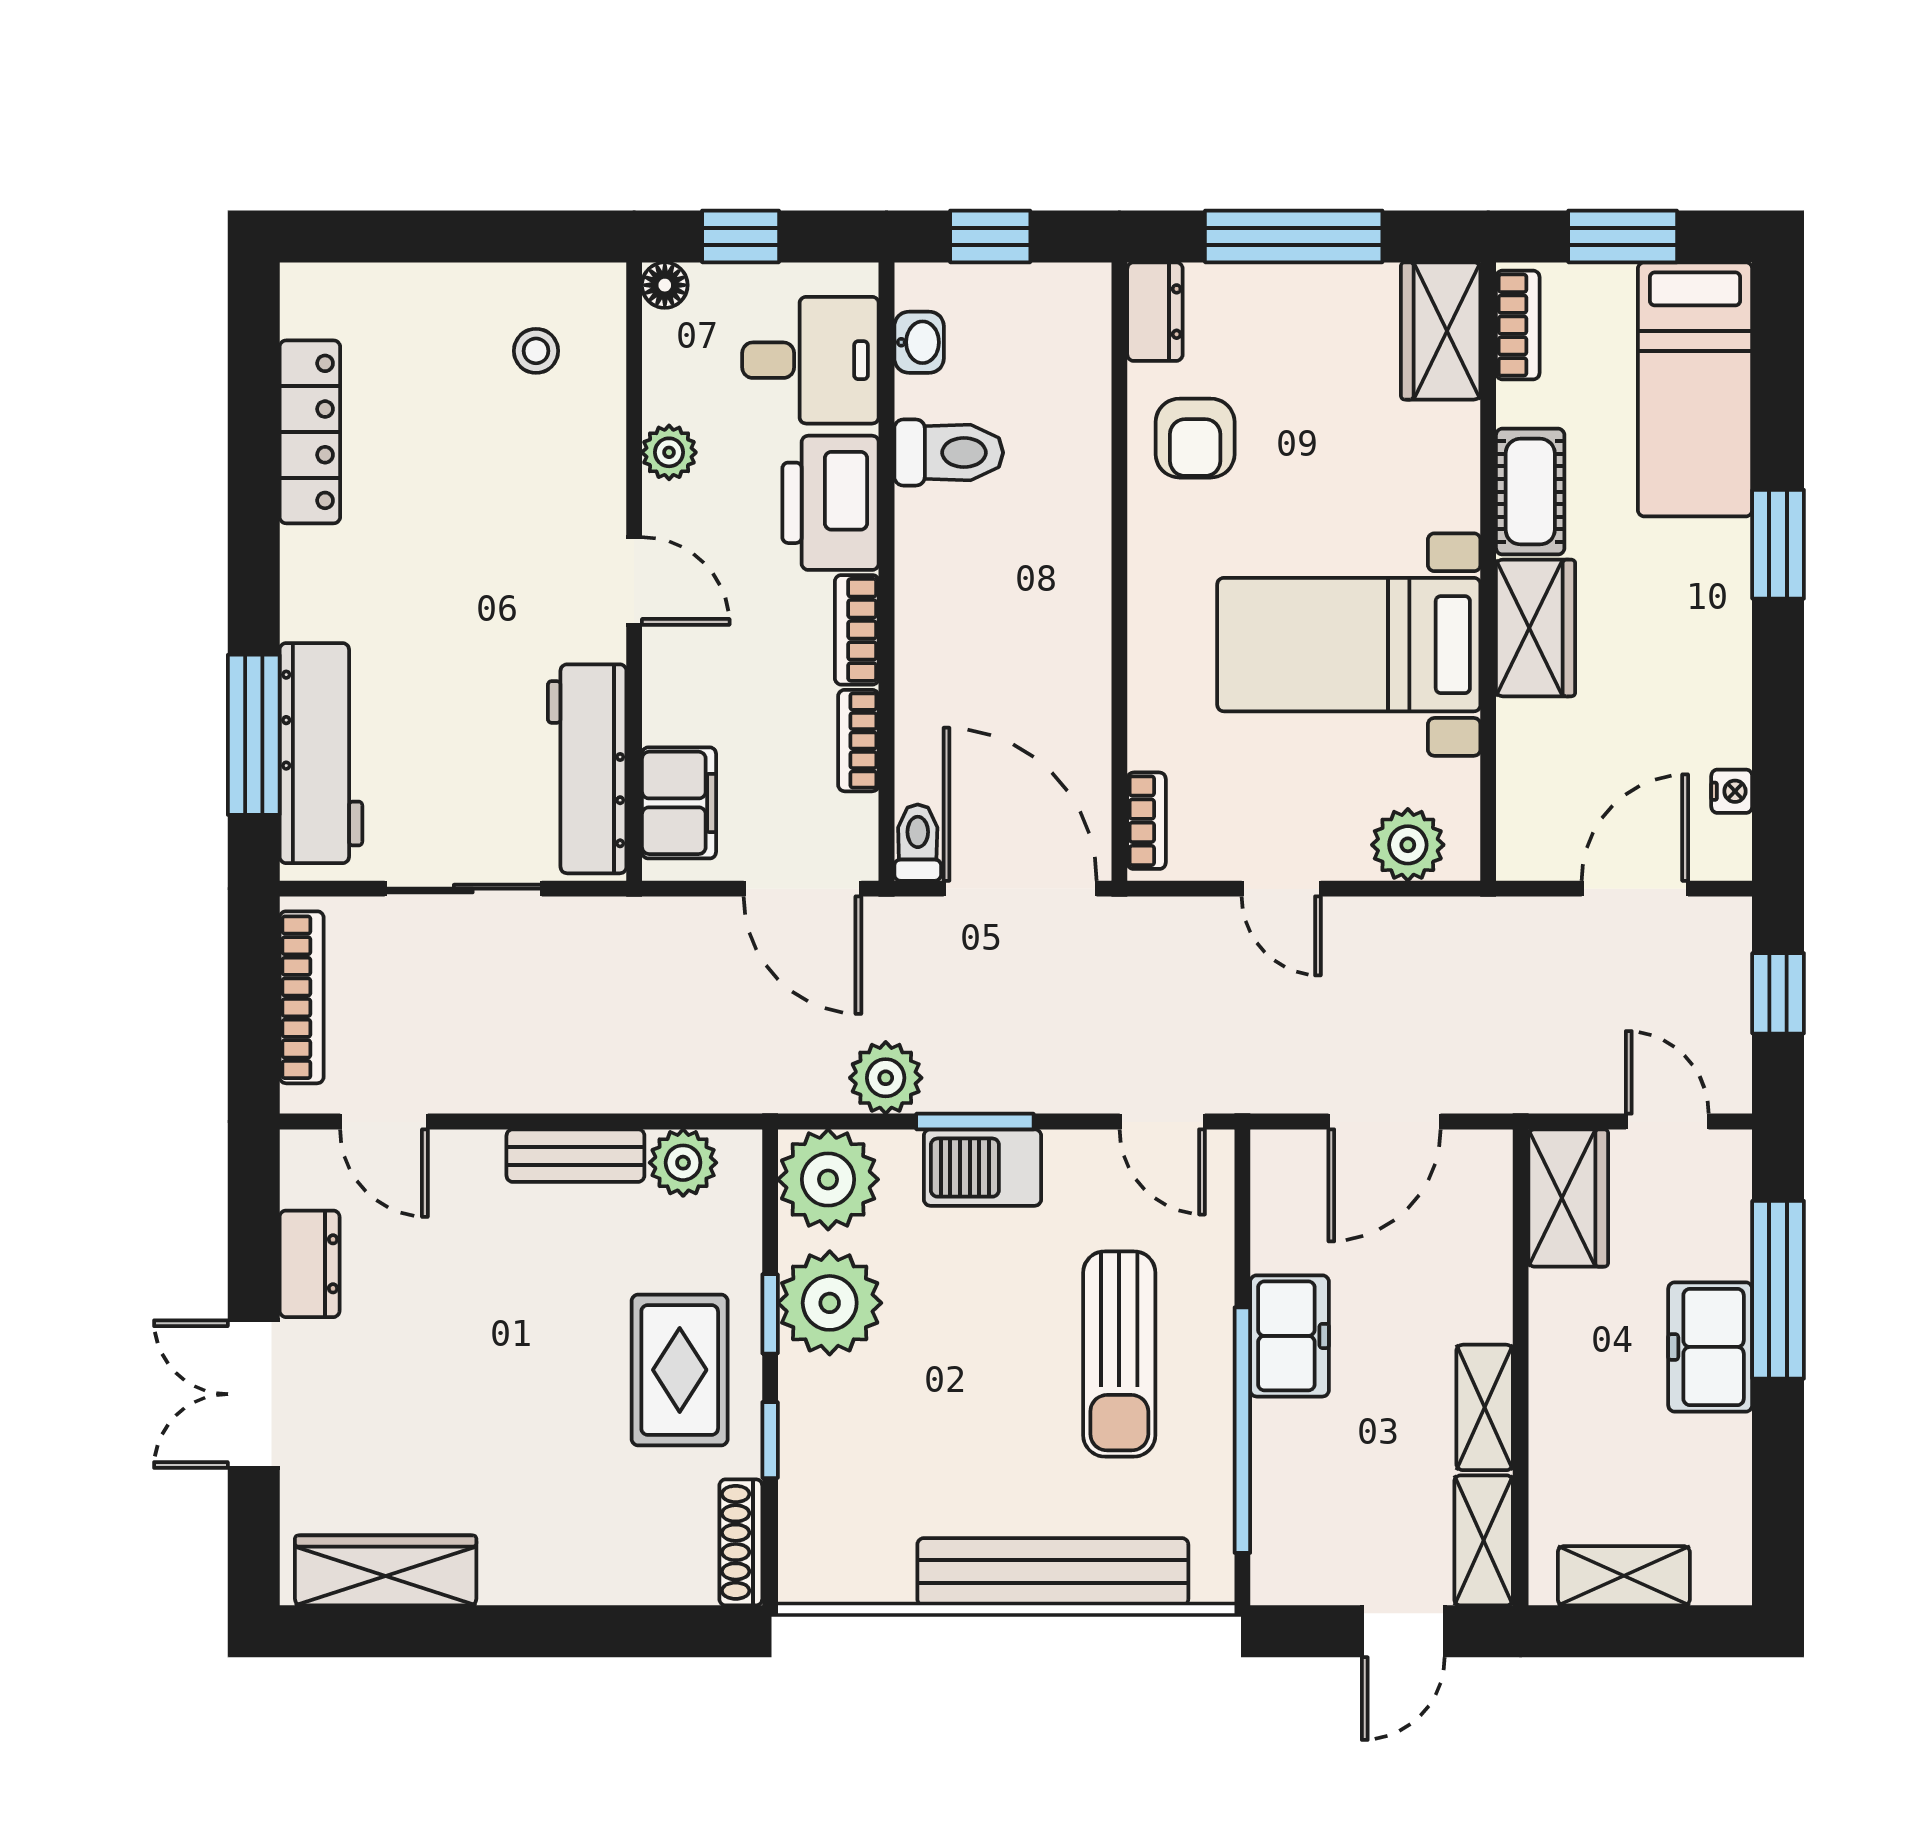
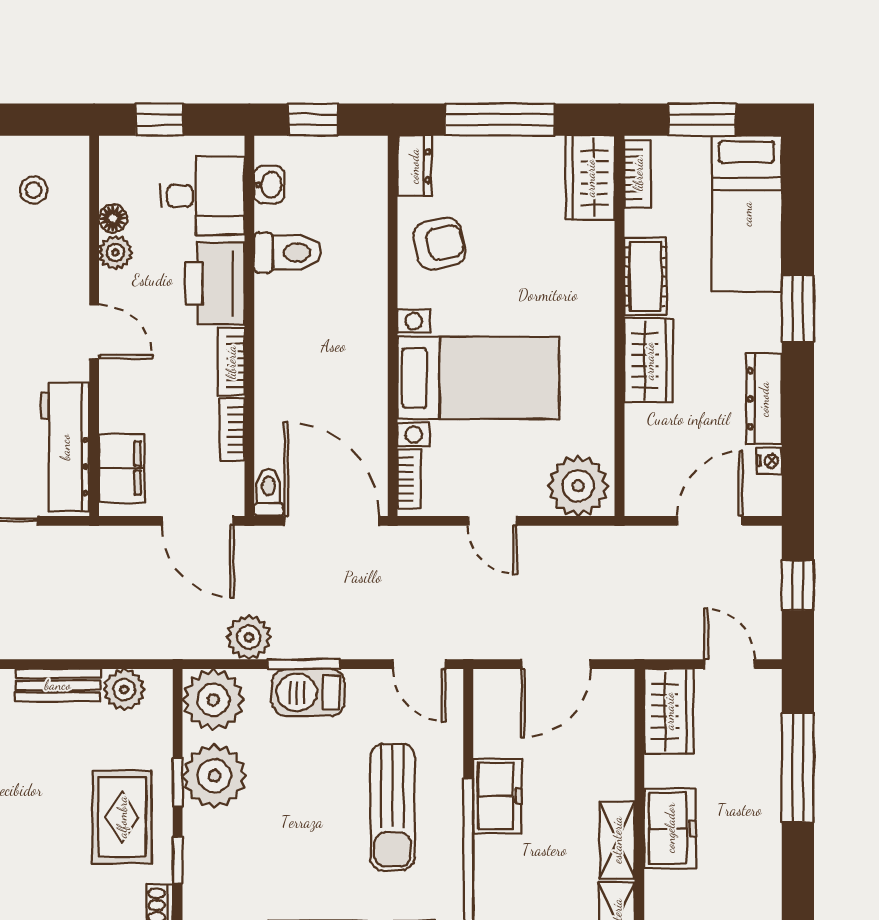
floor lamp: (665, 285) -> (113, 219), moved
armchair: (1195, 438) -> (439, 244), turned -103
bed with nightstands: (1349, 645) -> (478, 378), moved, turned 180
dresser: (1723, 690) -> (764, 399), added
plant: (1408, 845) -> (578, 486), width x1.36, depth x1.36
freezer: (1710, 1347) -> (670, 828), moved, turned 180

